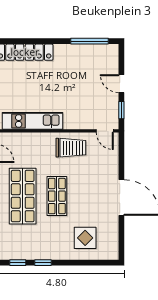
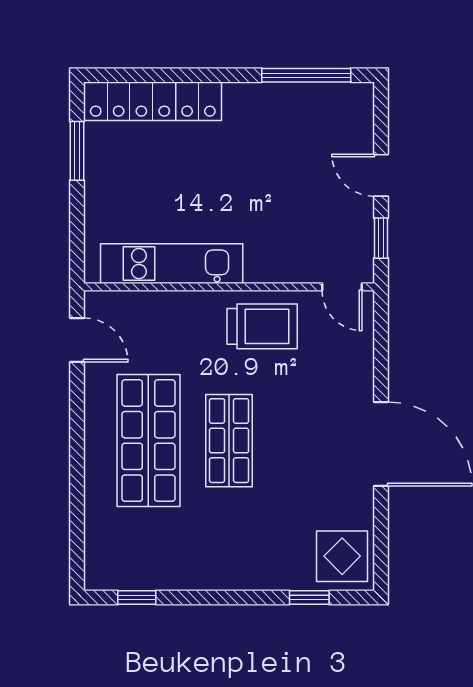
display table: (85, 238) -> (342, 556), moved
window: (43, 263) -> (309, 598), moved

